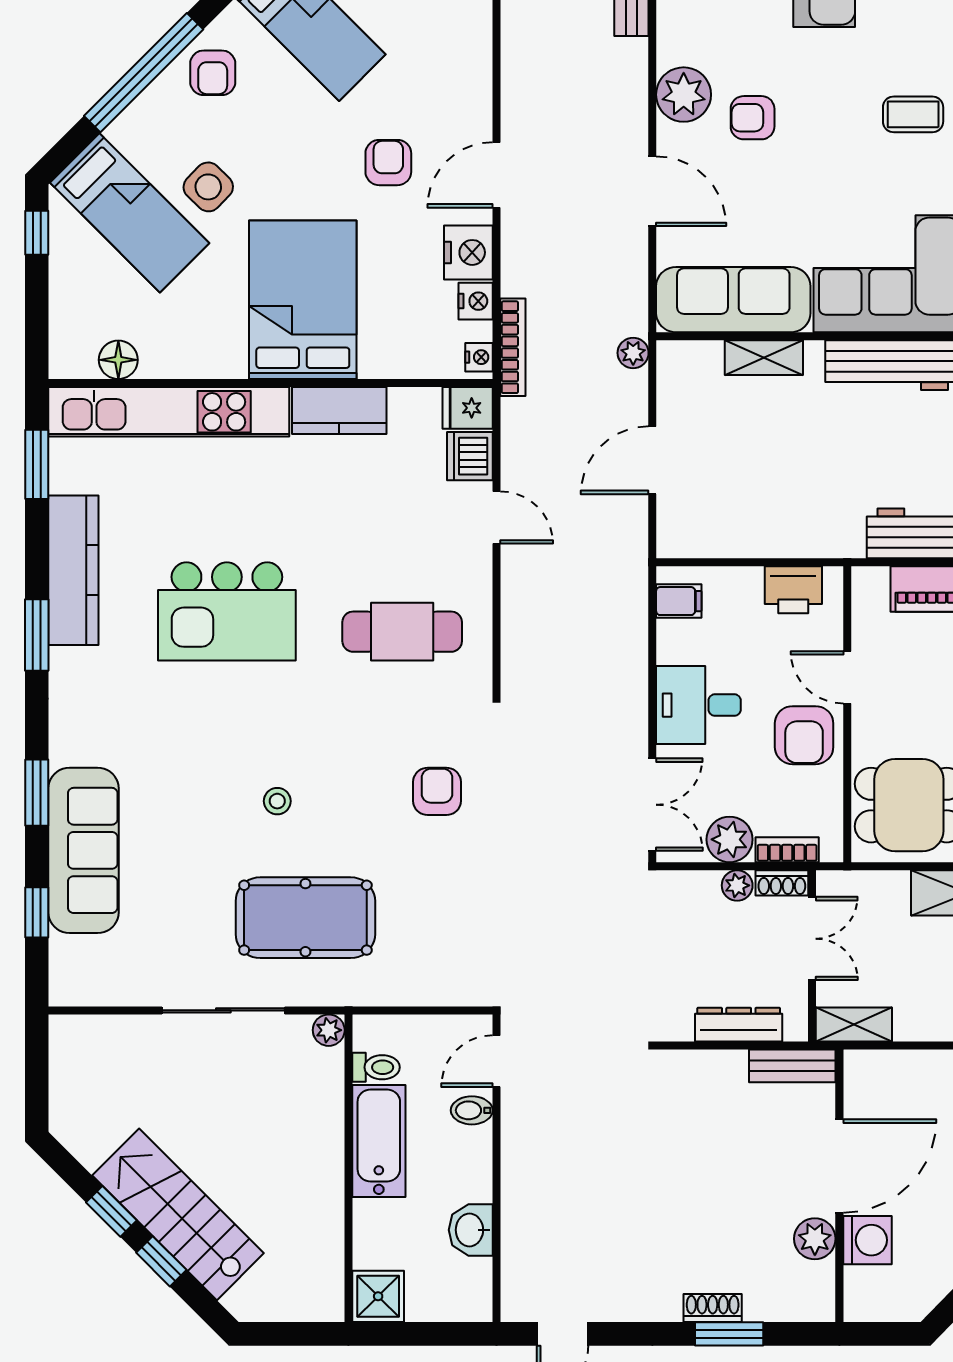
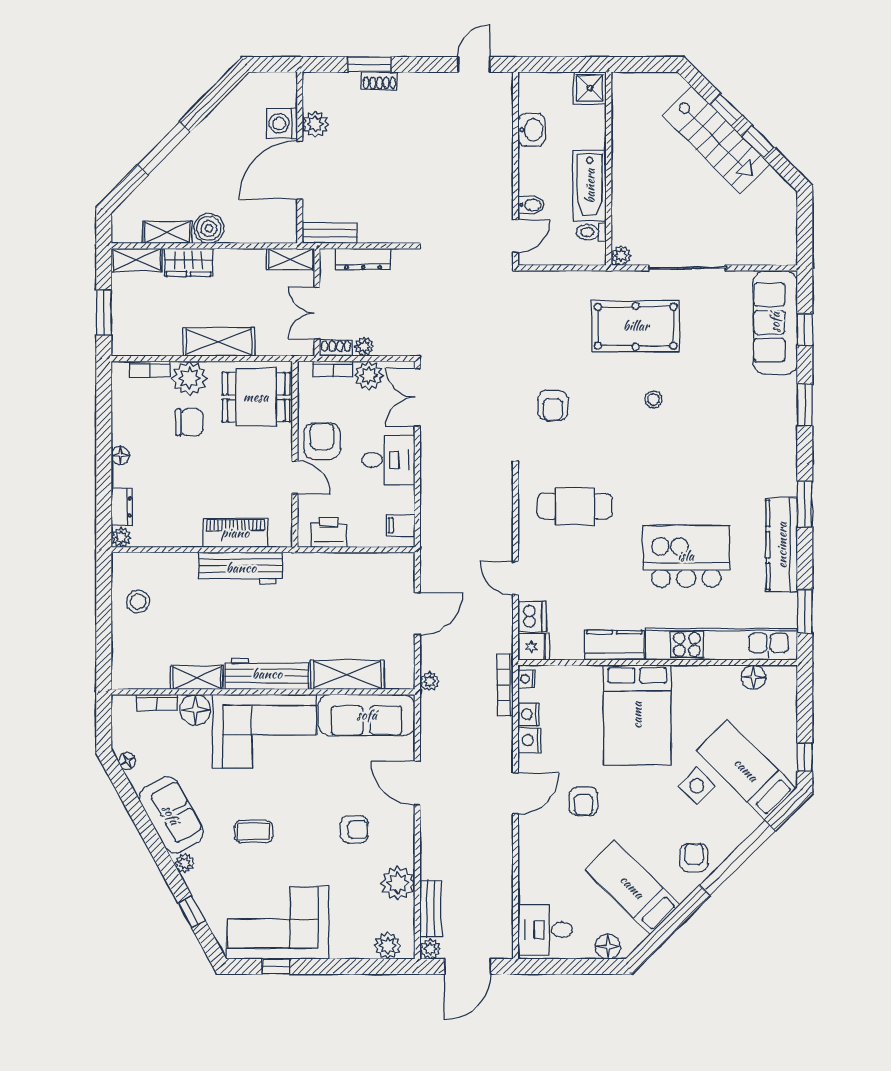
plant: (684, 95) -> (398, 883), moved
nightstand: (468, 252) -> (529, 740), width x0.74, depth x0.75
shelving: (764, 358) -> (347, 675), width x1.50, depth x1.33
kitchen island: (227, 611) -> (686, 556), moved
sofa: (84, 850) -> (775, 322), moved

